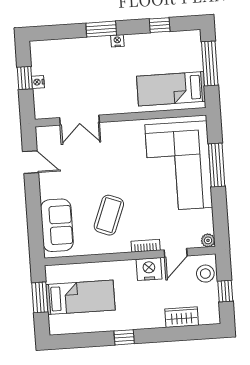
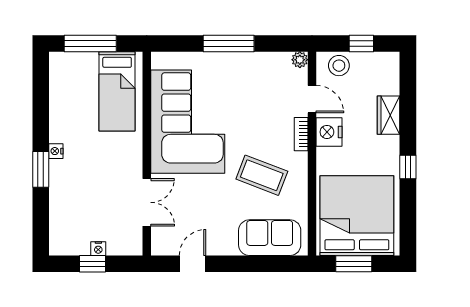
window: (160, 25) -> (41, 100), removed
window: (217, 165) -> (229, 43), moved
corner sofa: (179, 166) -> (188, 122), moved, turned -90
bed: (80, 297) -> (357, 216), width x2.04
wardrobe: (182, 317) -> (389, 115), moved

